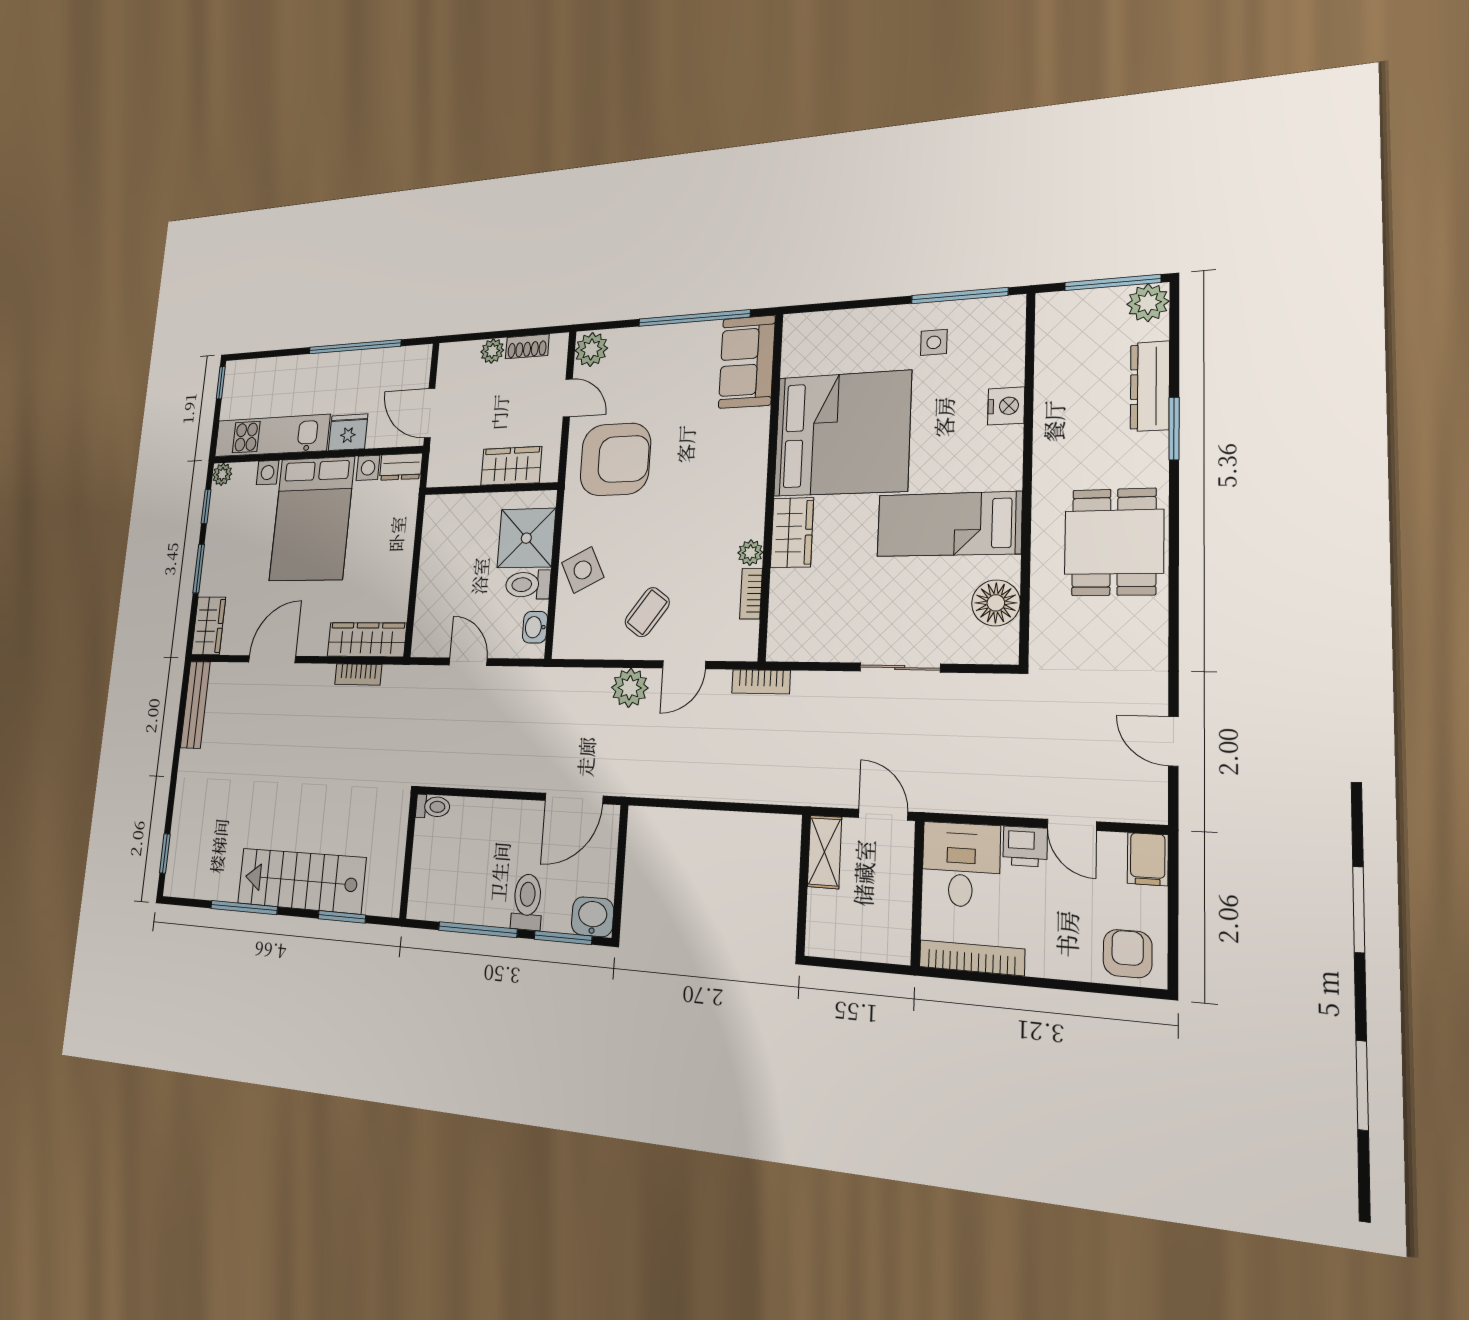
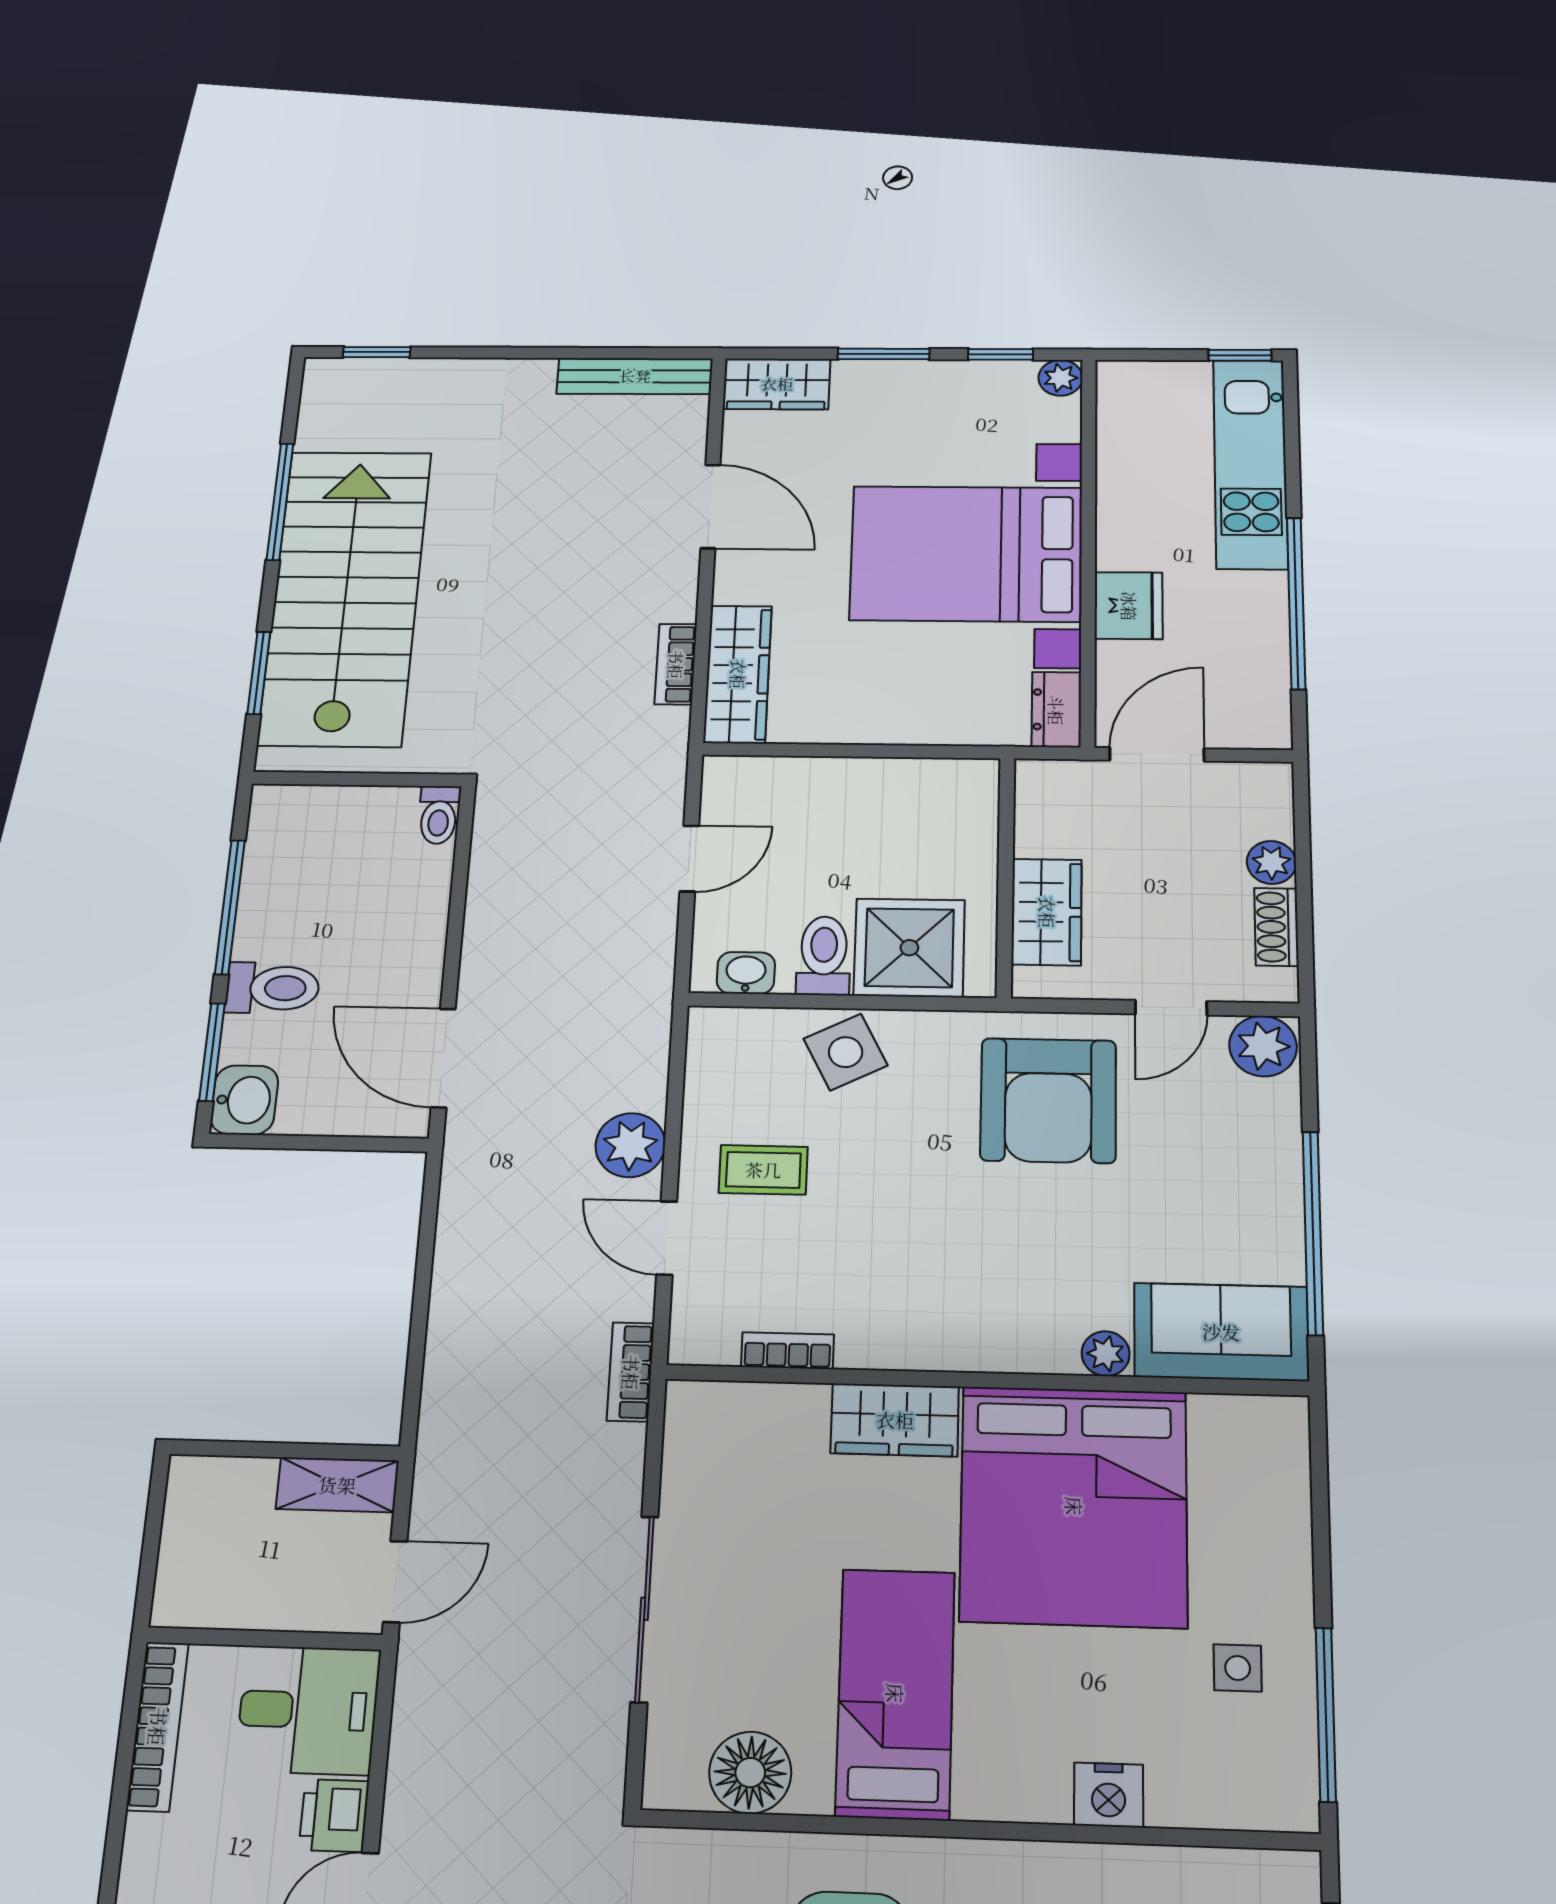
kitchen unit: (272, 436) -> (1250, 463), moved, turned 180
plant: (750, 553) -> (1106, 1354), moved
coffee table: (647, 612) -> (763, 1170), turned -36
sliding door: (900, 668) -> (644, 1609), width x1.37
stairs: (301, 881) -> (346, 597), width x1.36, depth x1.51

